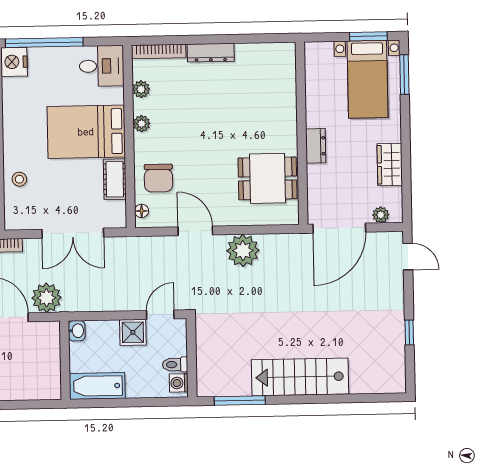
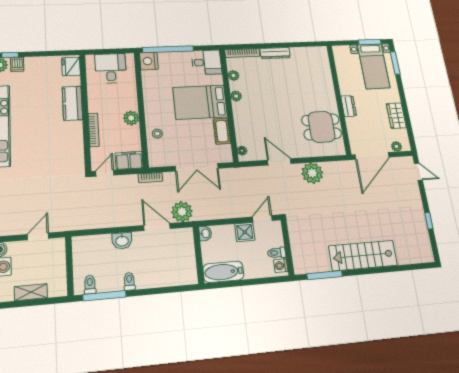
chair: (158, 178) -> (251, 129), removed

